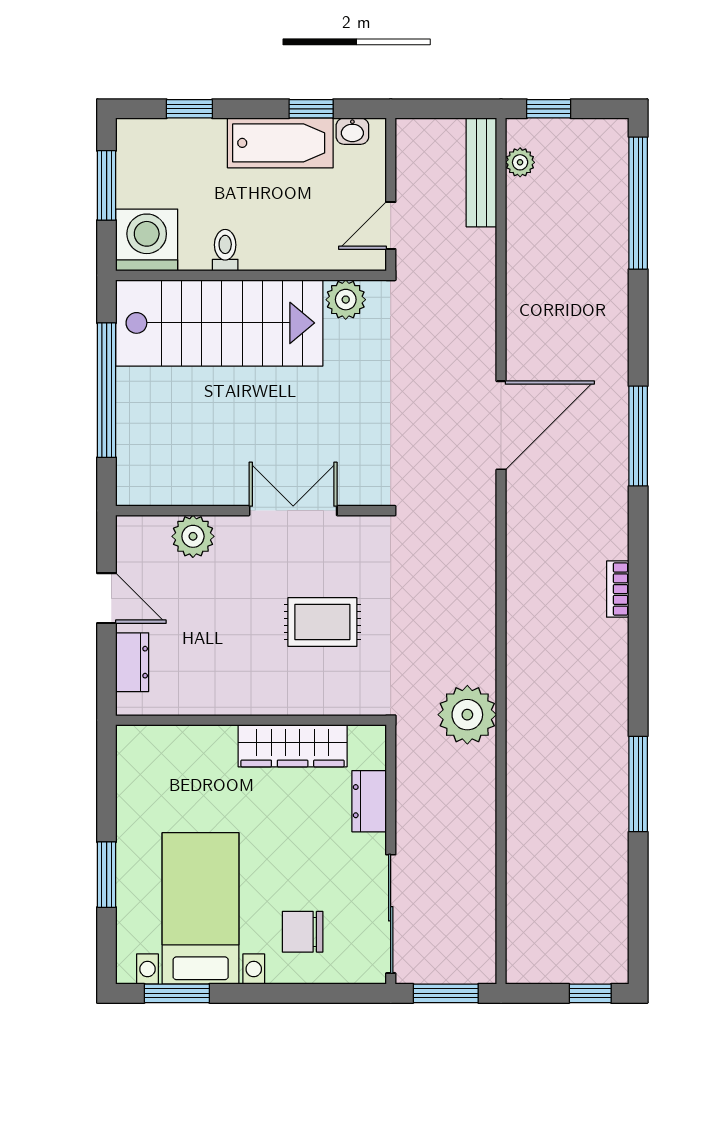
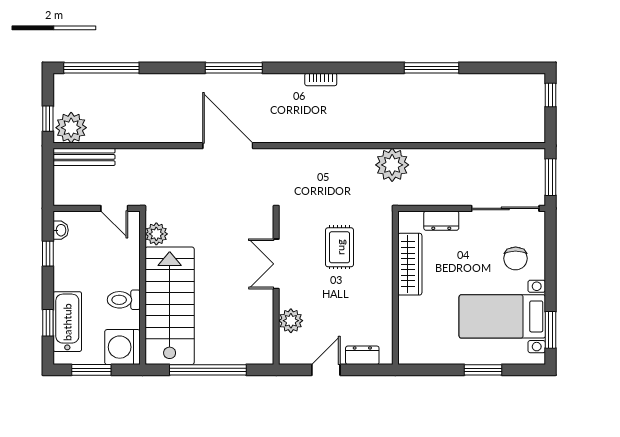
bathtub: (280, 143) -> (67, 322), moved
plant: (520, 162) -> (71, 128), width x1.88, depth x1.88
toilet: (225, 250) -> (124, 300), width x1.37, depth x1.39

